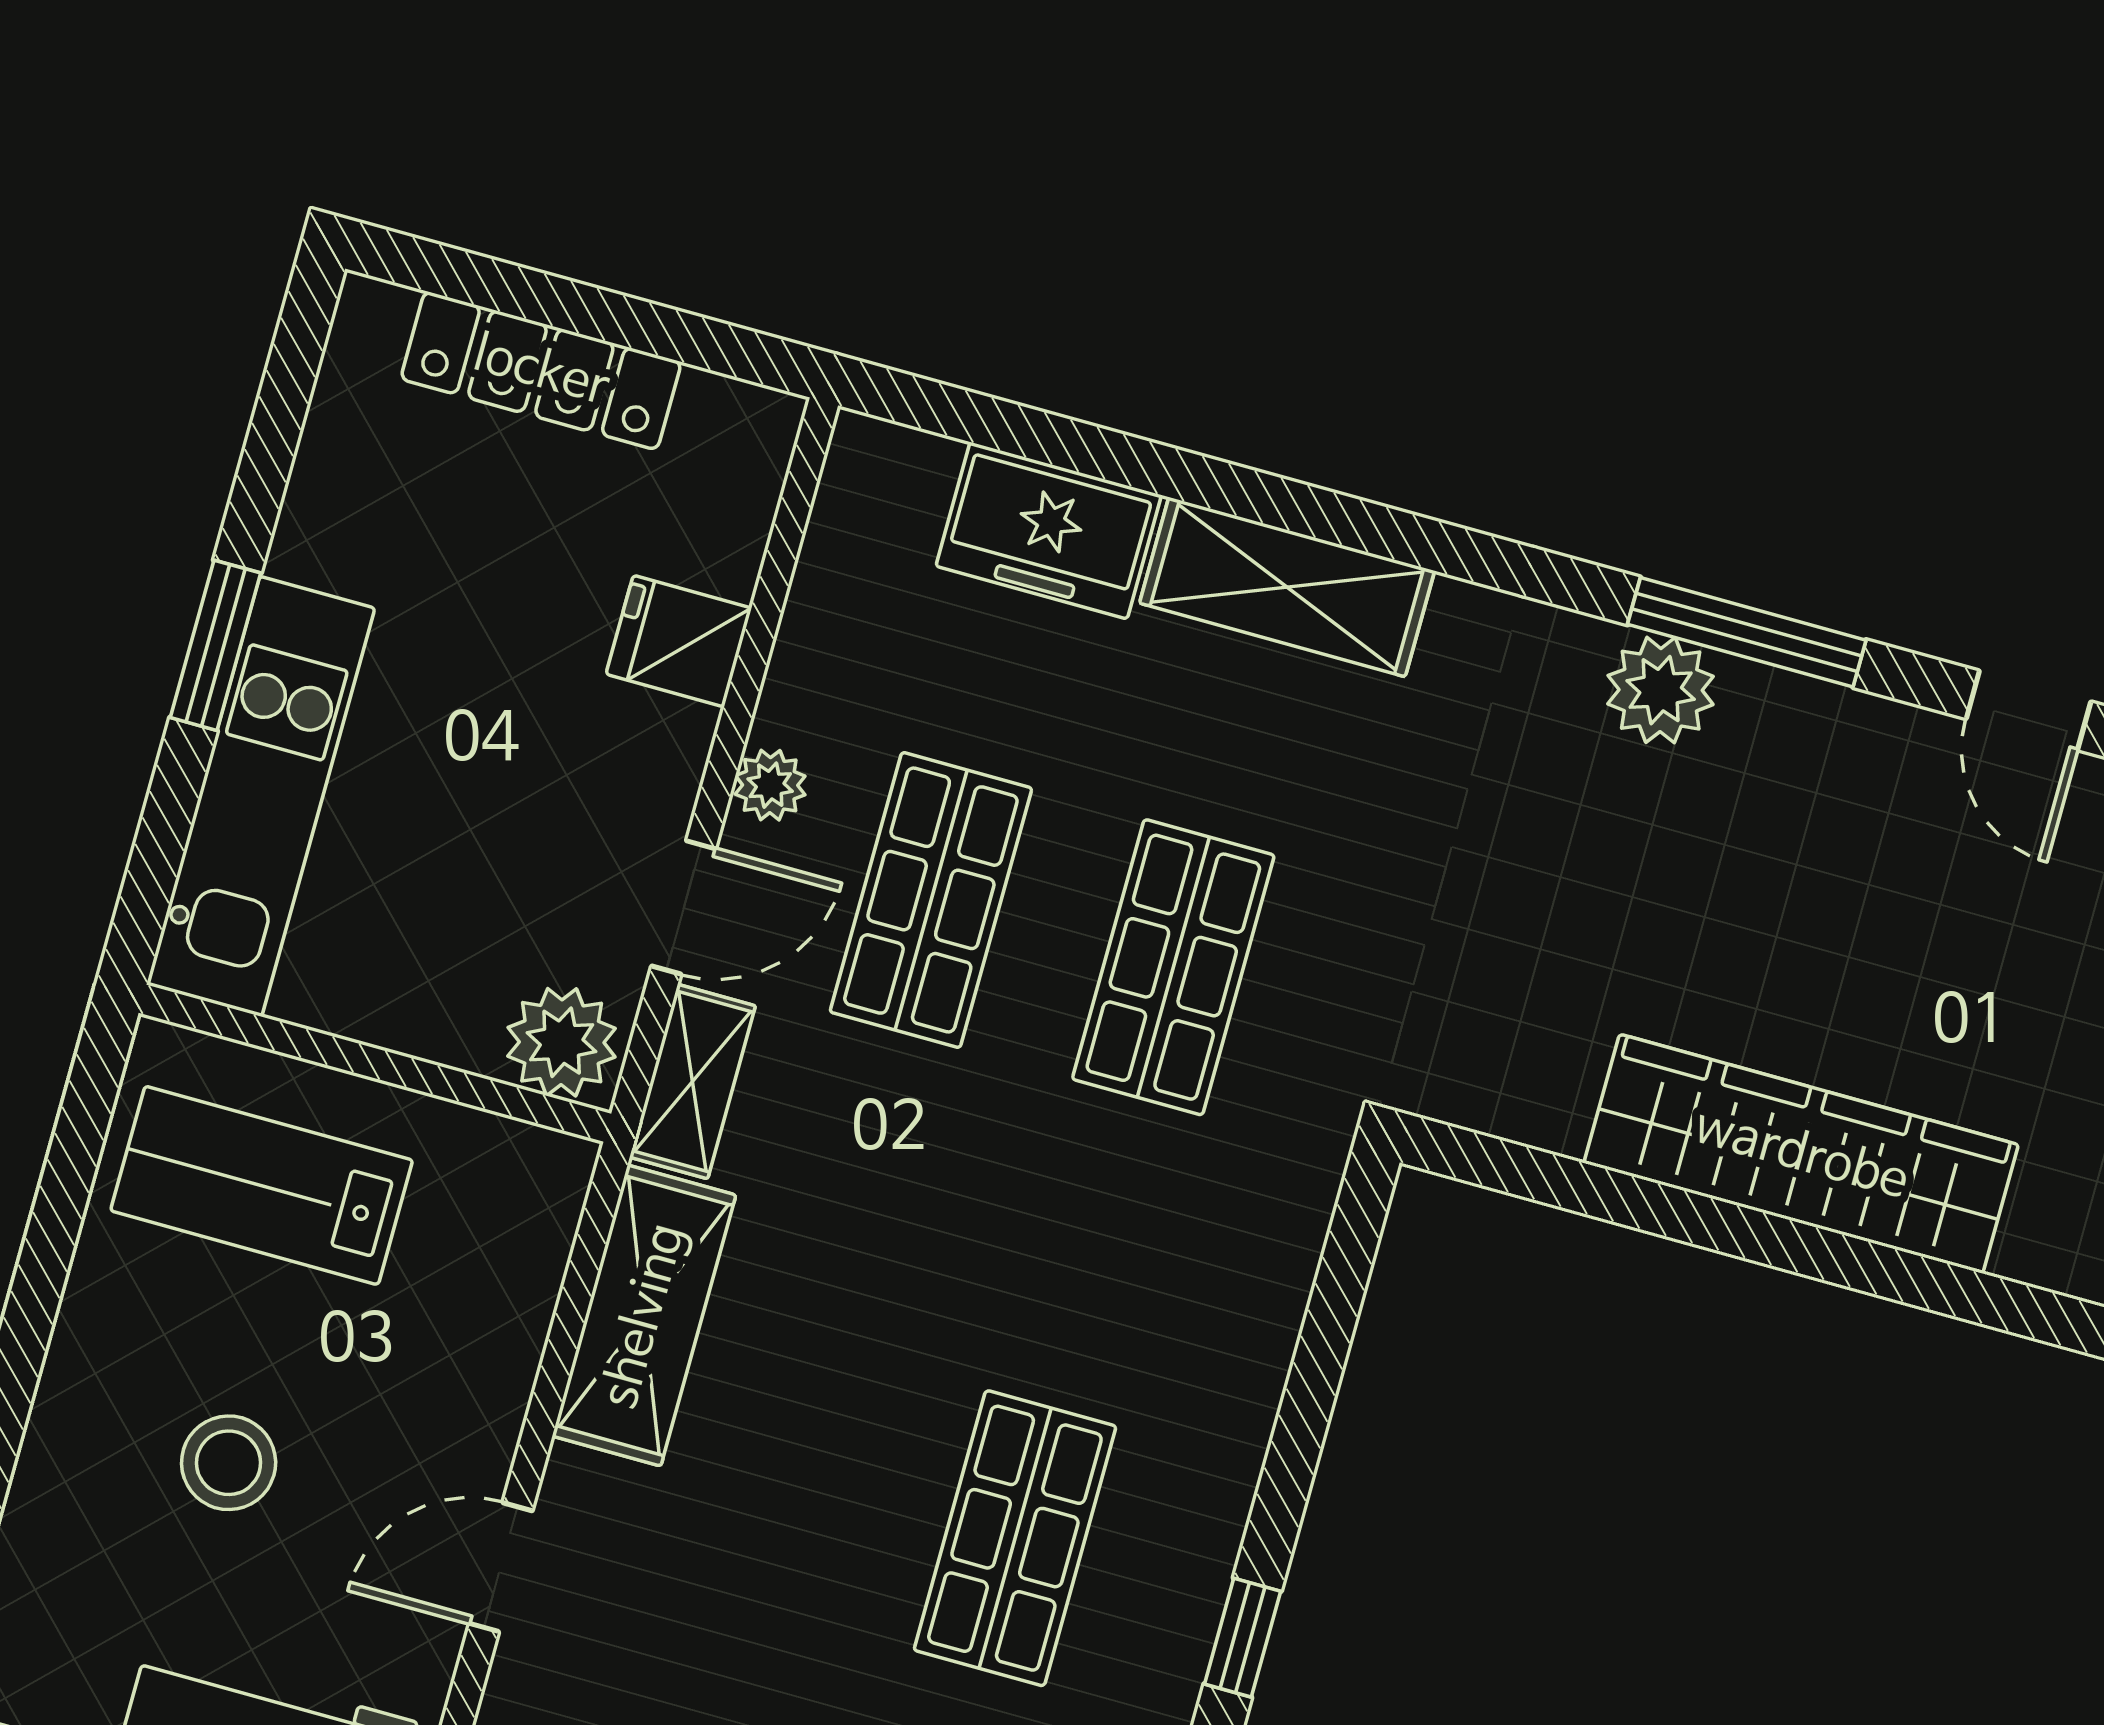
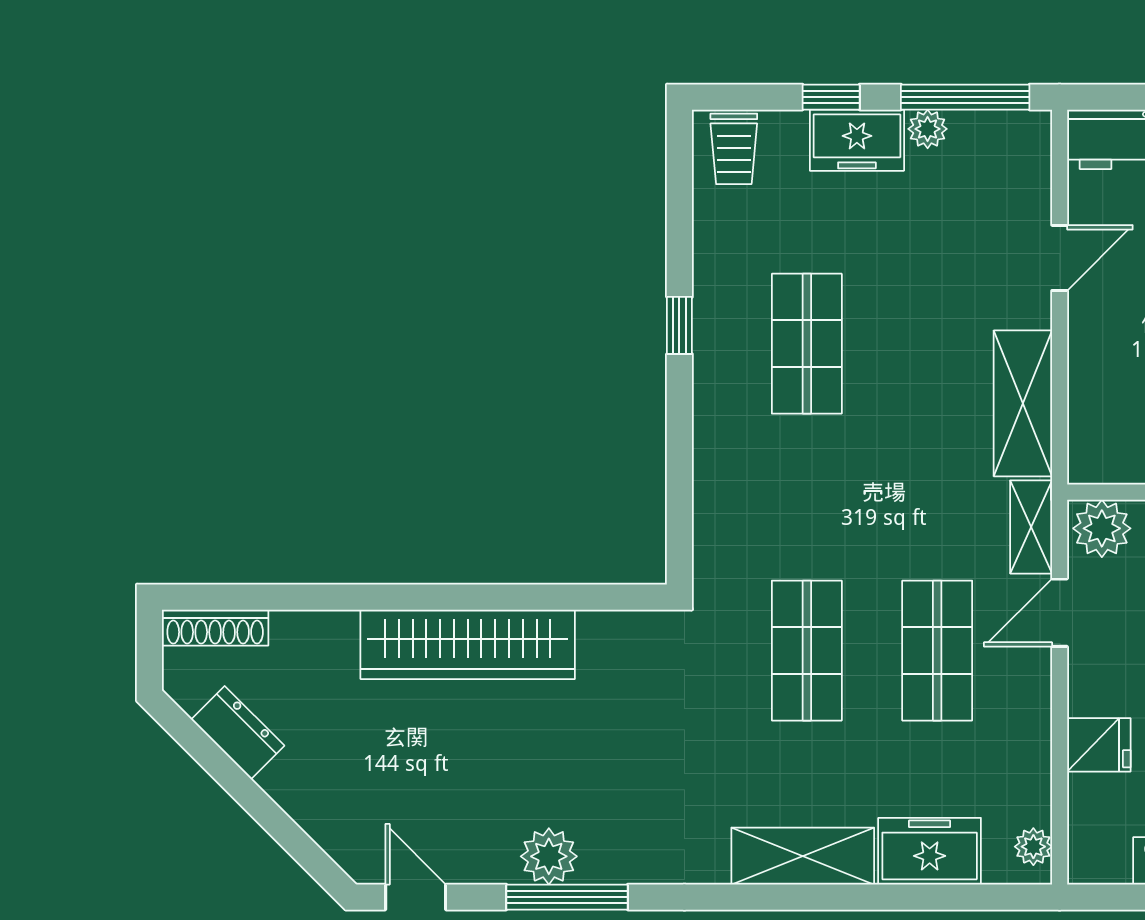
plant: (1661, 690) -> (549, 856), moved
plant: (770, 785) -> (1033, 847), moved

